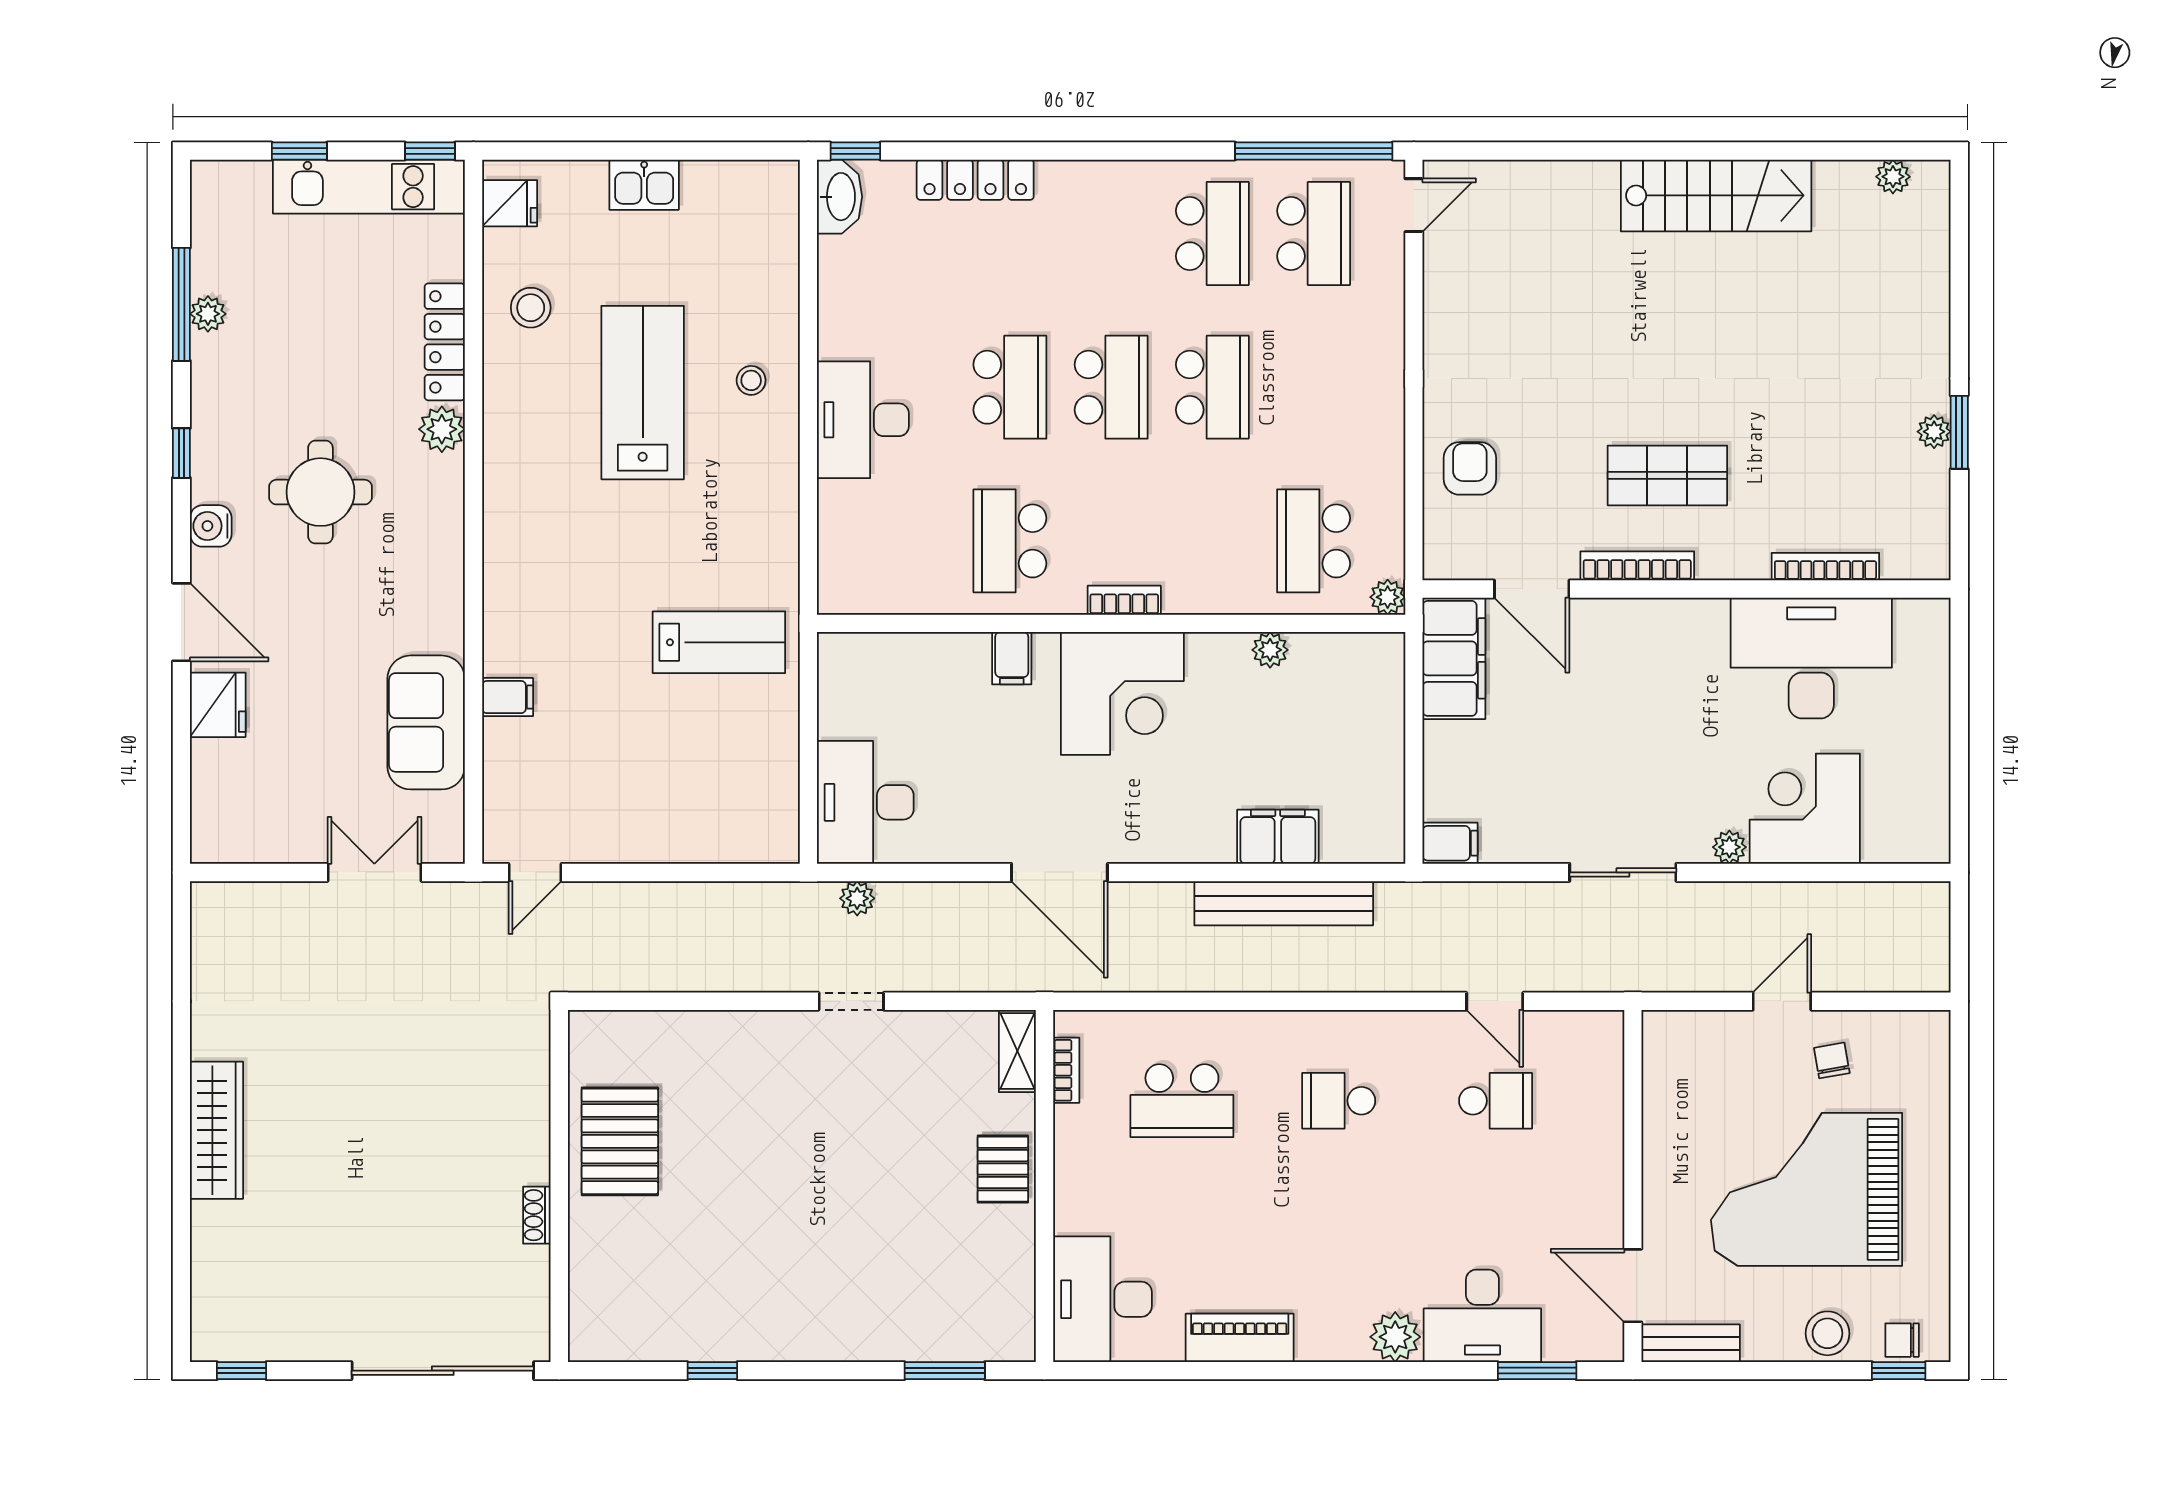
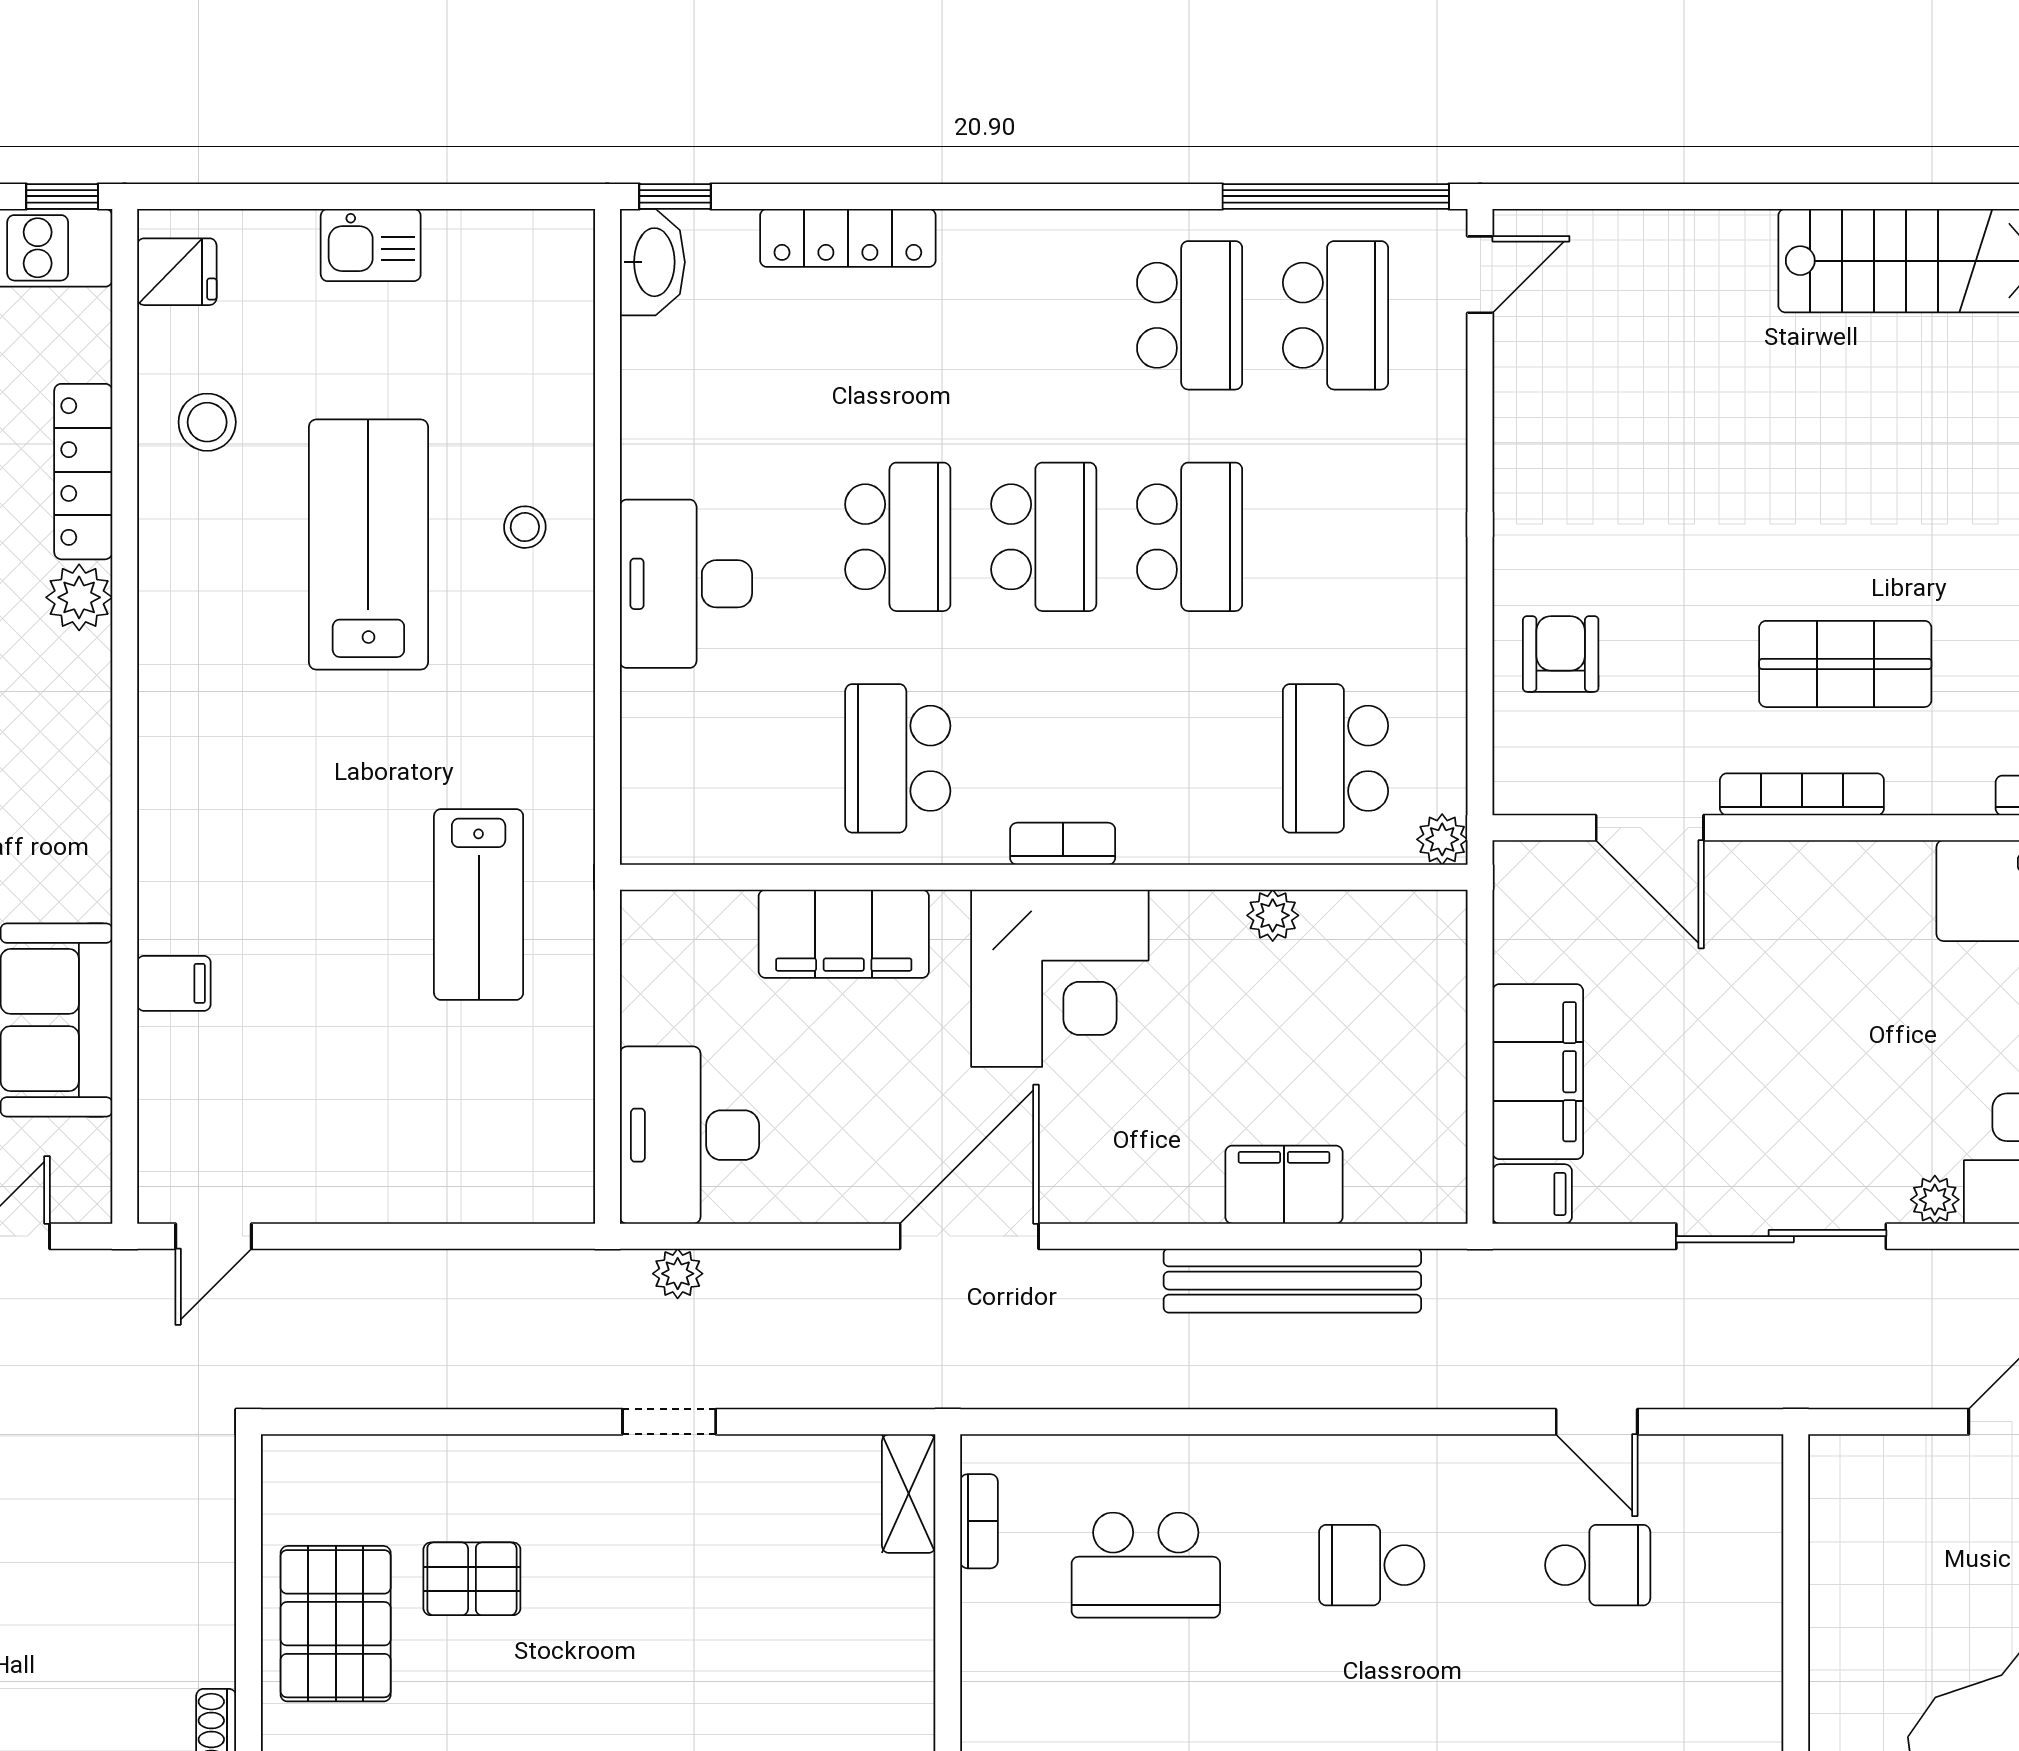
lab bench: (719, 642) -> (479, 904), turned 90
filing cabinet: (1012, 658) -> (844, 934), width x3.00, depth x1.17
filing cabinet: (1454, 658) -> (1538, 1072), moved
door: (1059, 872) -> (969, 1236), swing flipped
sliding door: (1623, 872) -> (1781, 1236), width x1.37
pallet: (1003, 1169) -> (472, 1579), moved, turned 90

